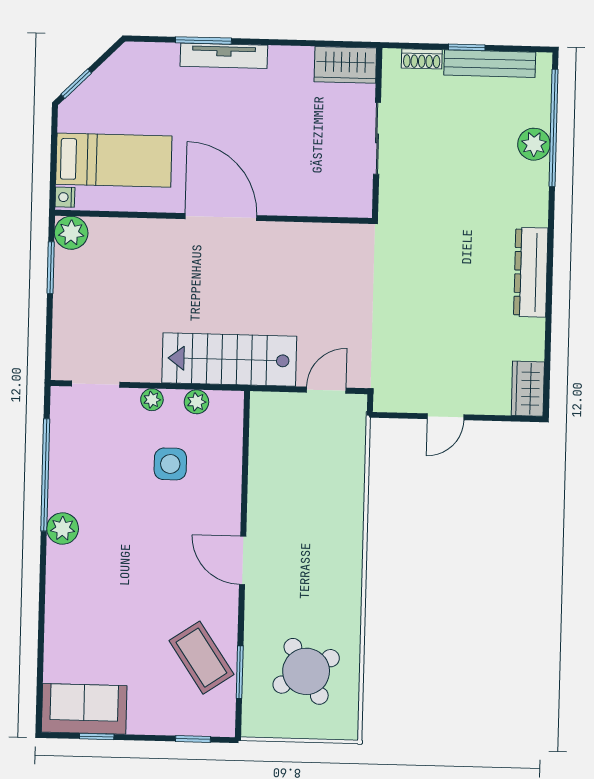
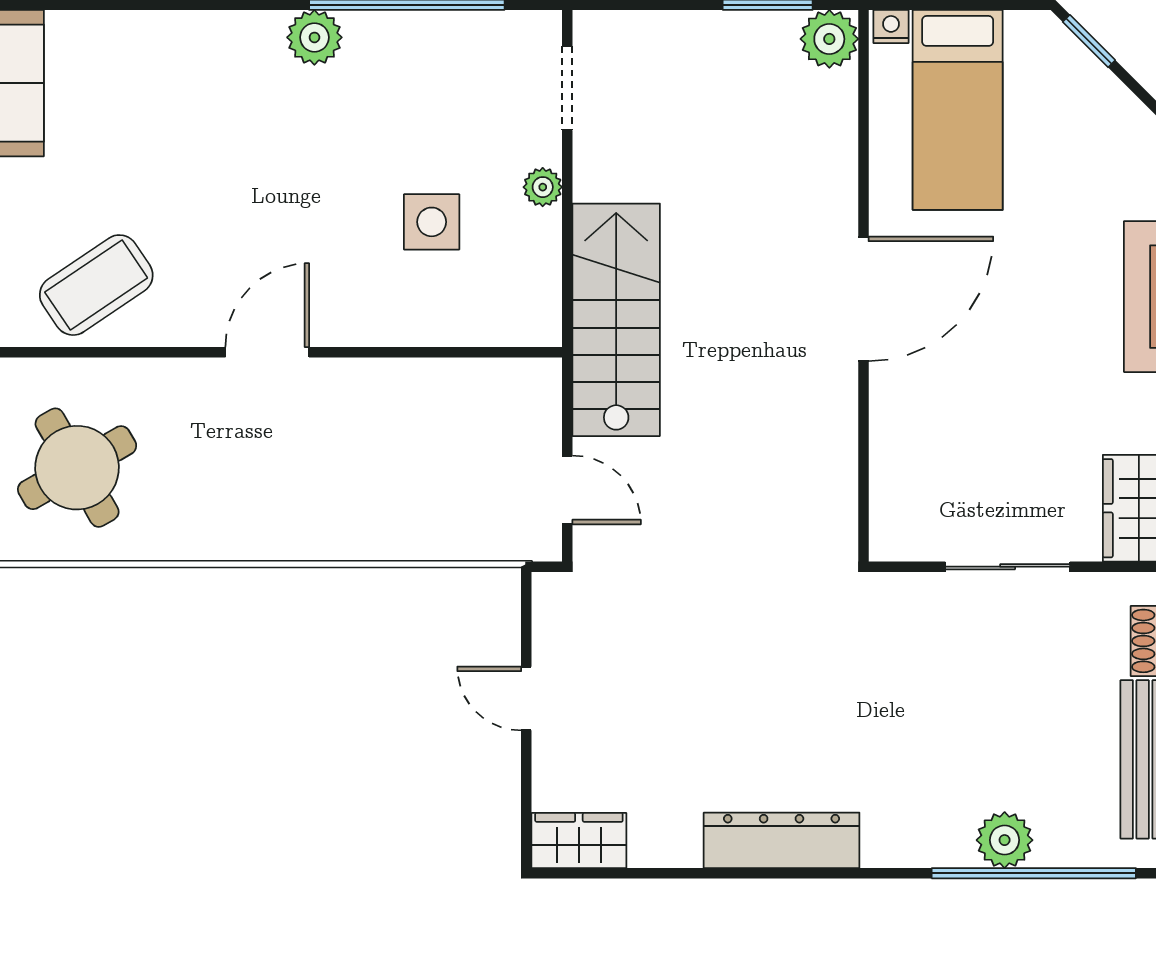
plant: (196, 402) -> (541, 265), removed
window: (240, 672) -> (73, 352), removed

